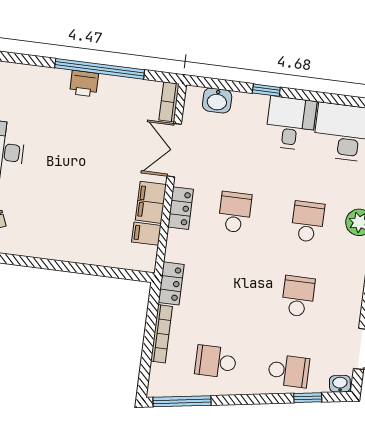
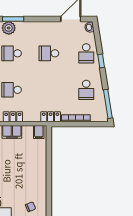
filing cabinet: (146, 234) -> (39, 132), moved
school desk: (289, 371) -> (86, 53), turned 180
window: (308, 398) -> (101, 61), moved

